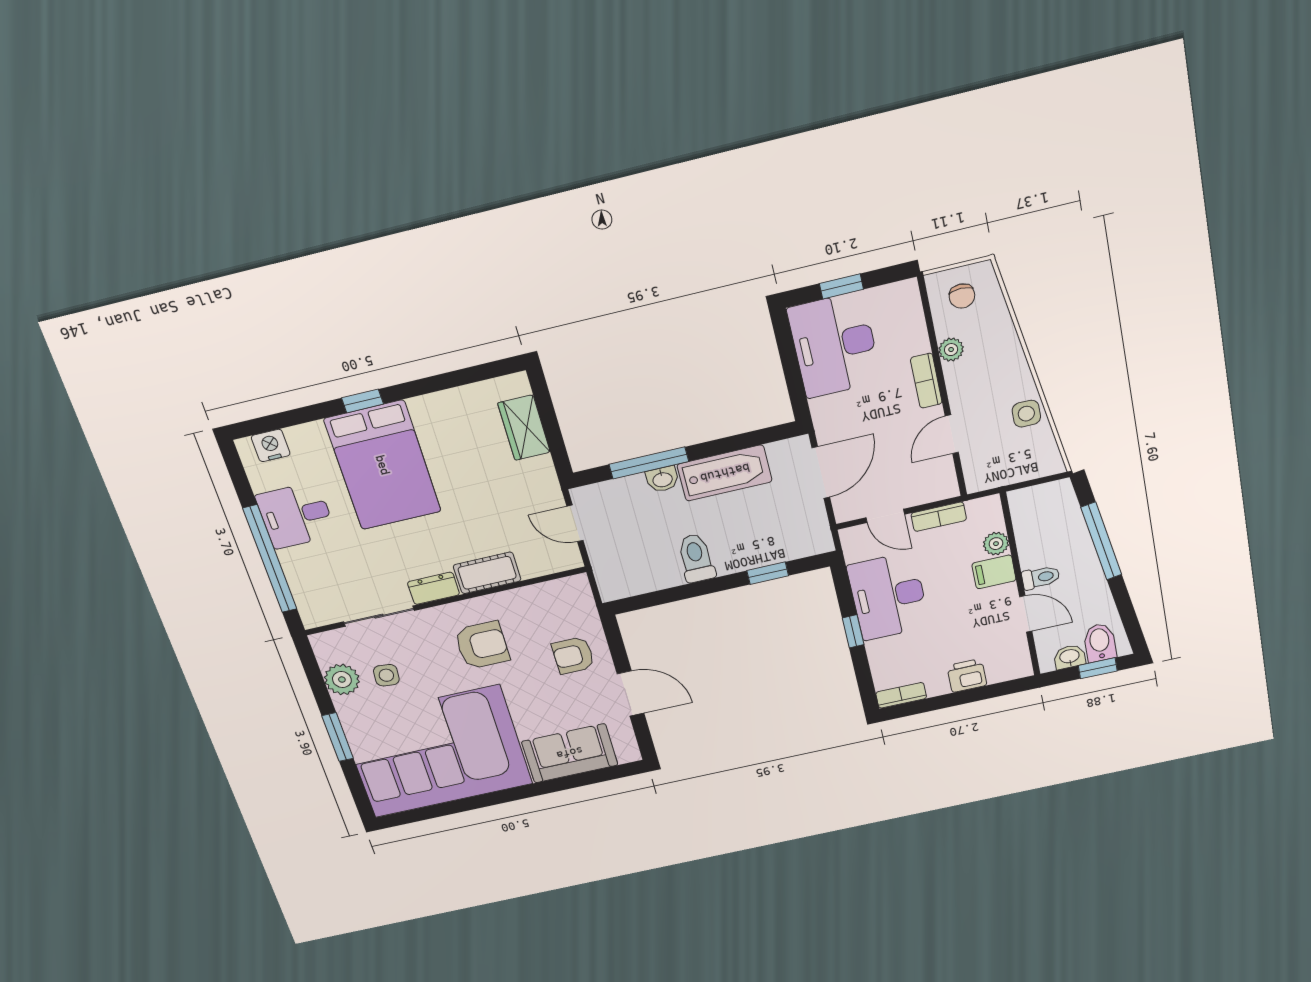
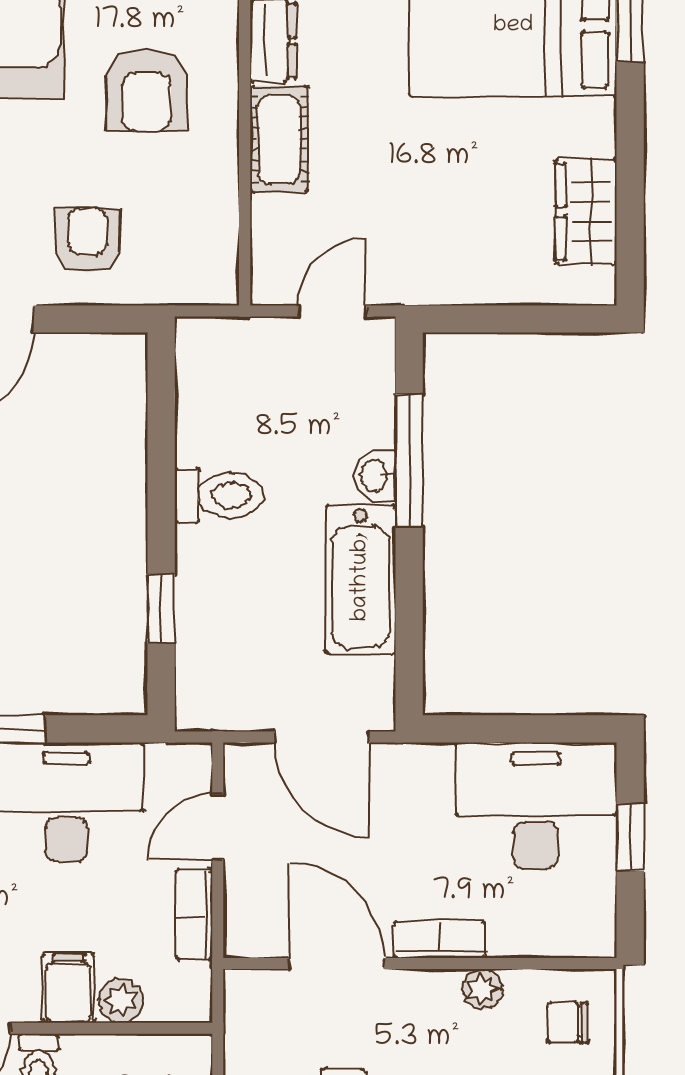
wardrobe: (524, 428) -> (586, 212), moved, turned -90
door: (952, 434) -> (337, 963), width x1.38

